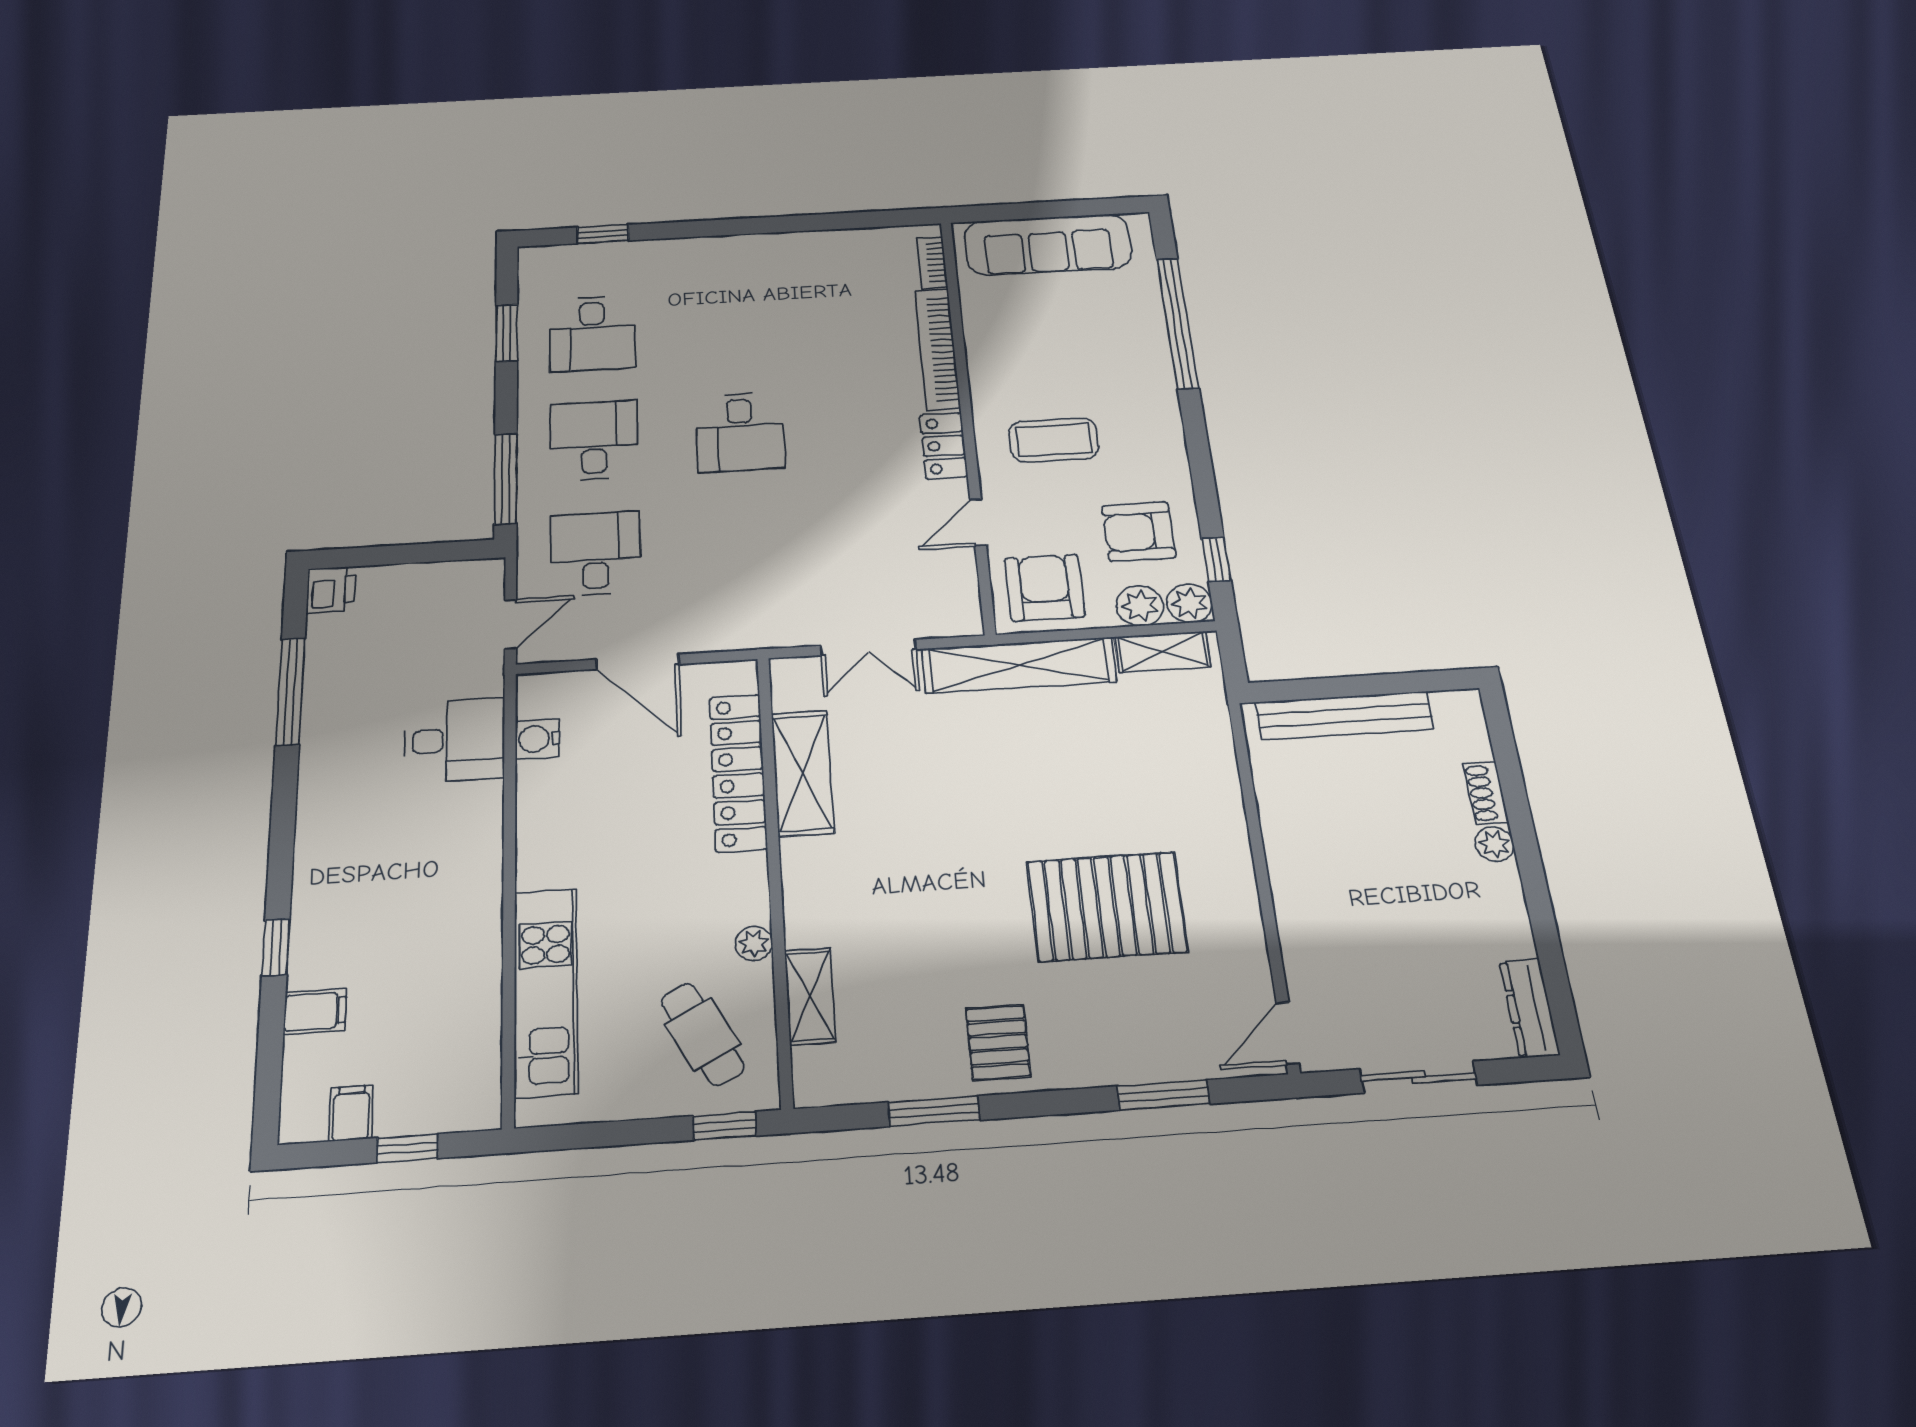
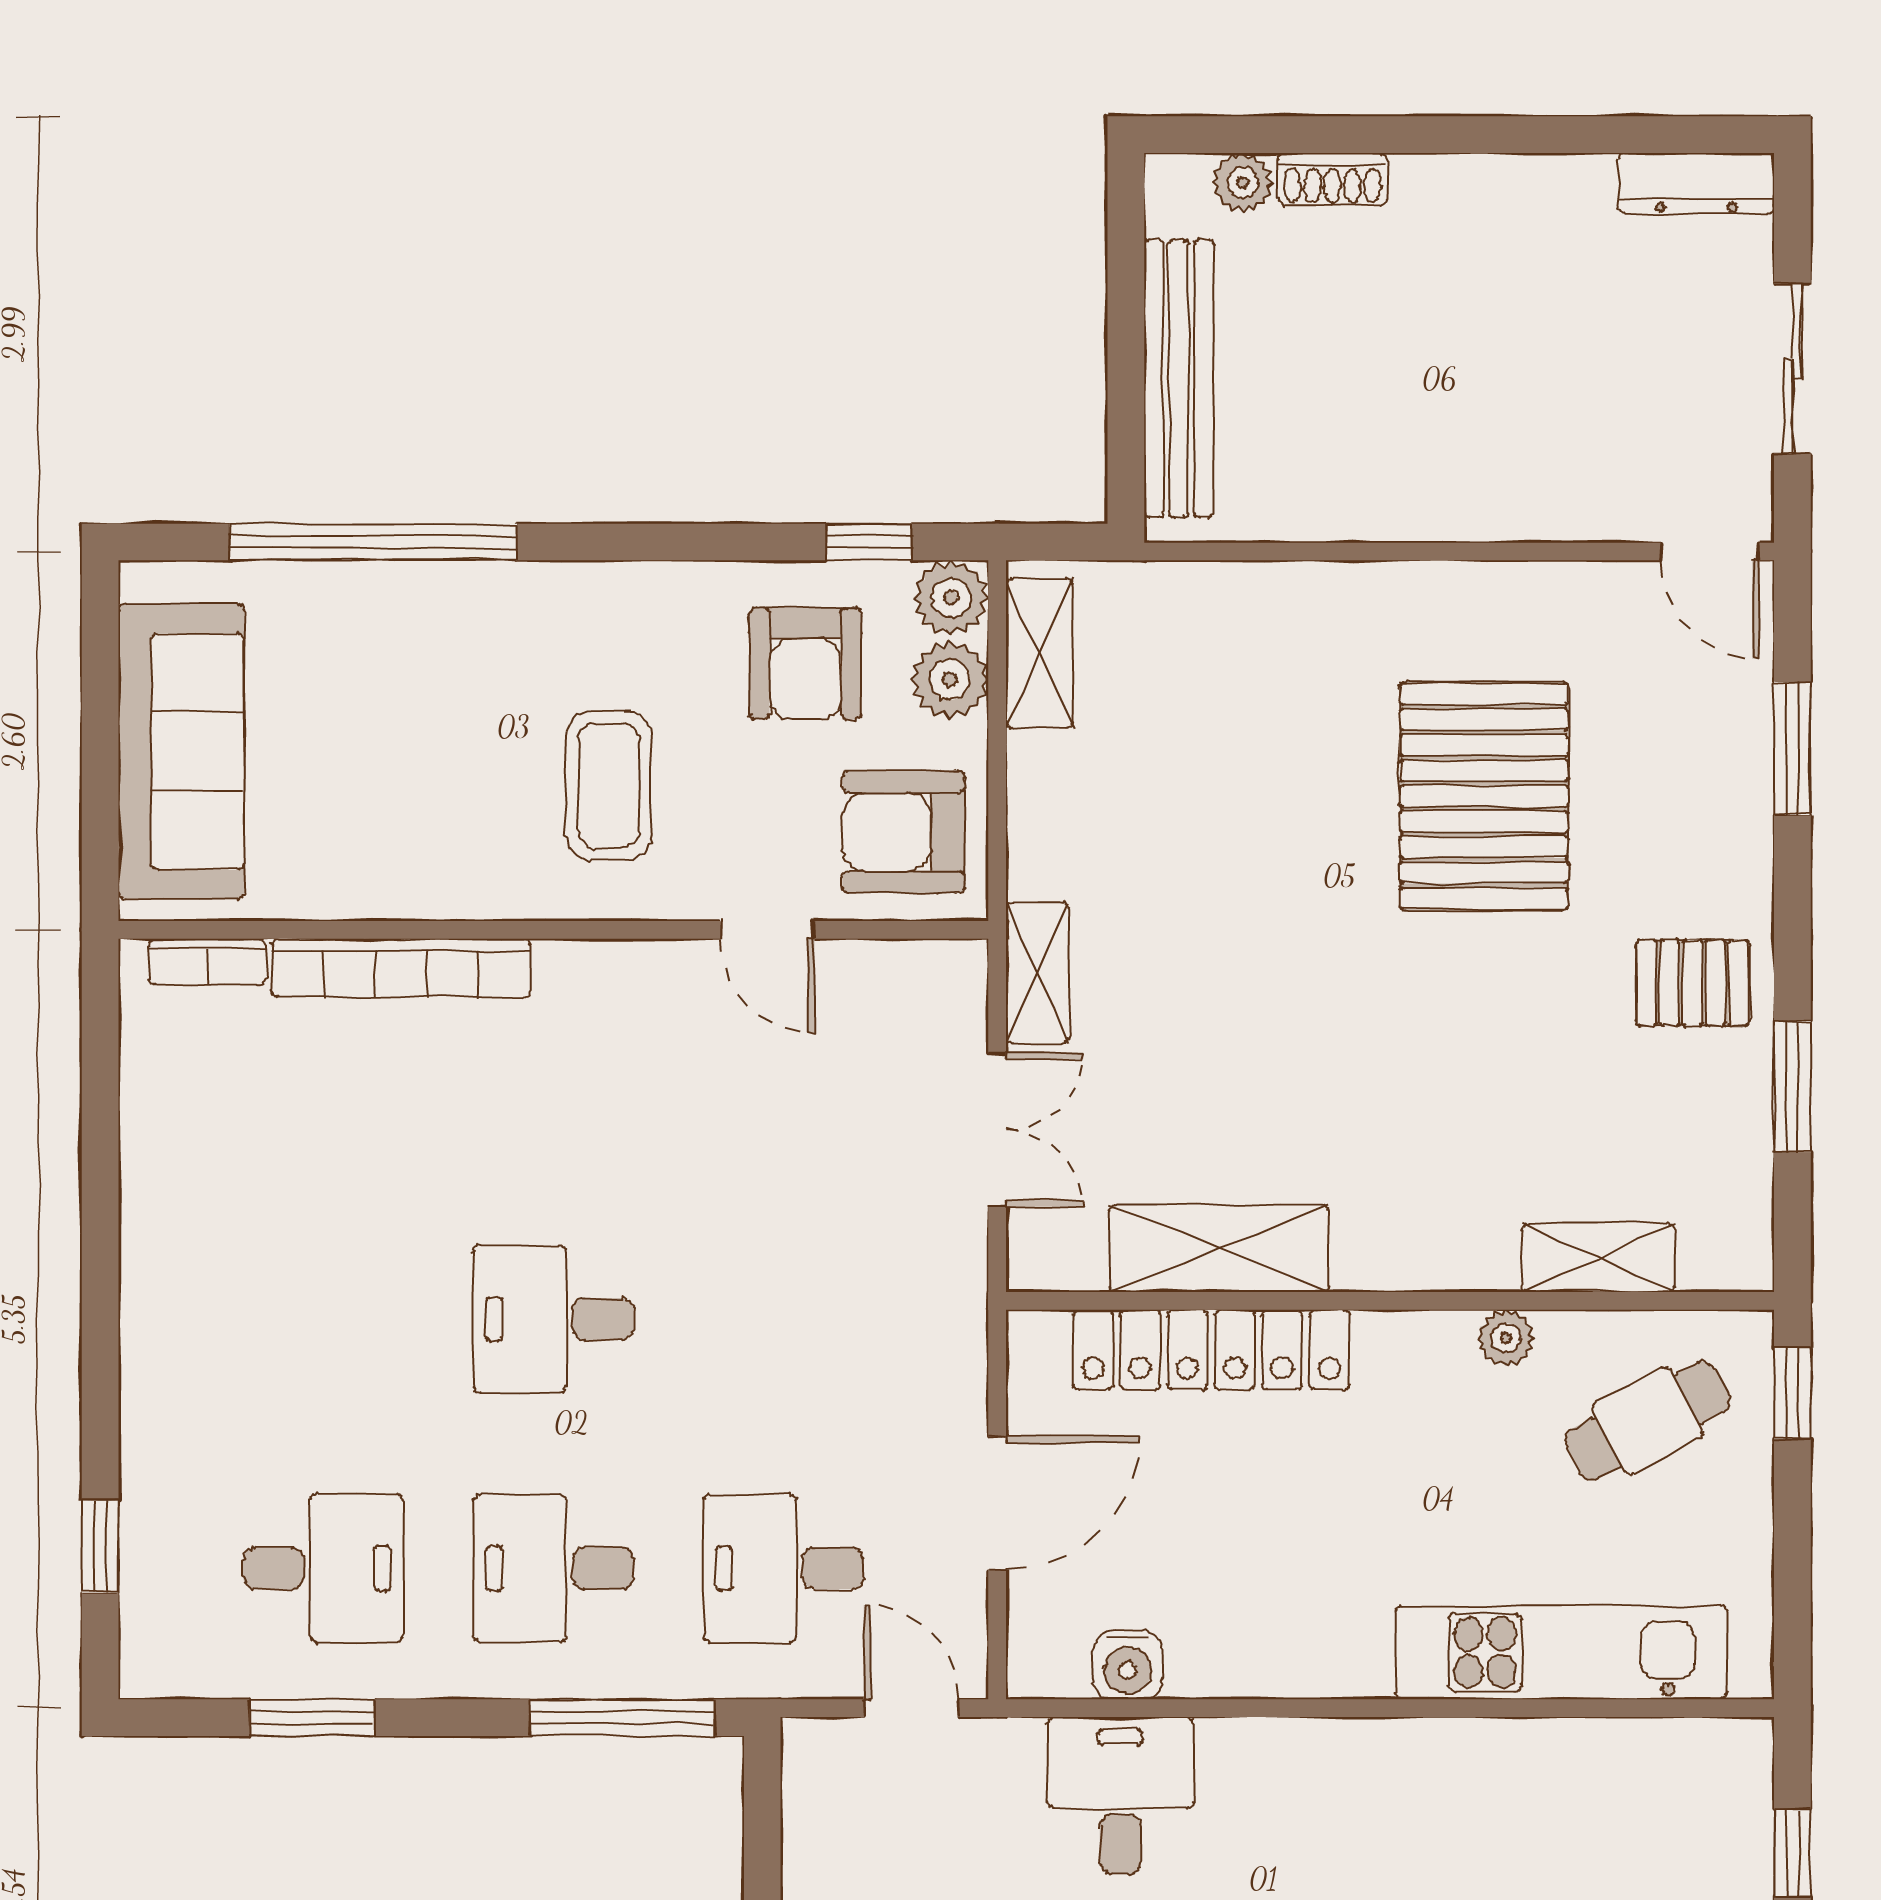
desk: (740, 432) -> (553, 1319), turned 180
locker: (944, 446) -> (607, 974), removed
shelving: (1019, 665) -> (1037, 973), width x0.45, depth x0.75
plant: (1495, 844) -> (1243, 183), moved

